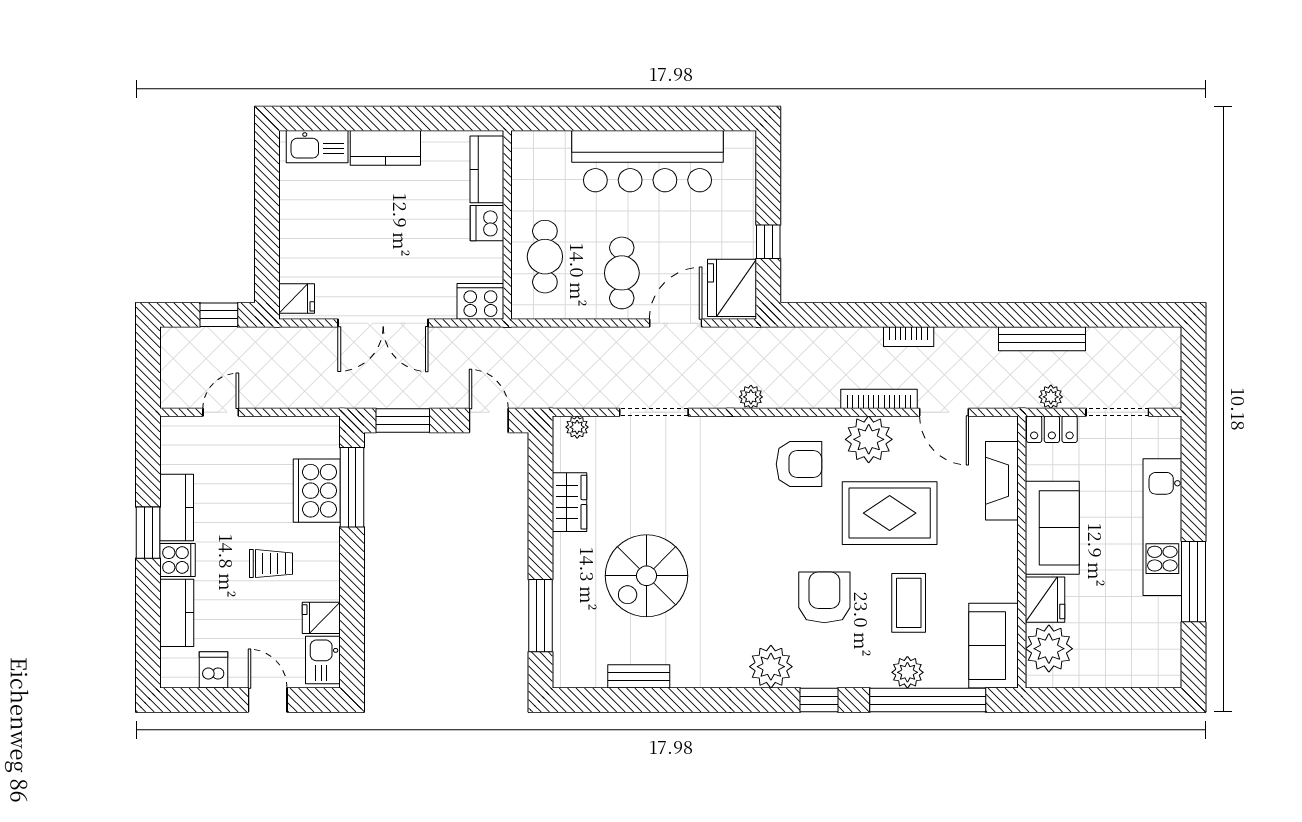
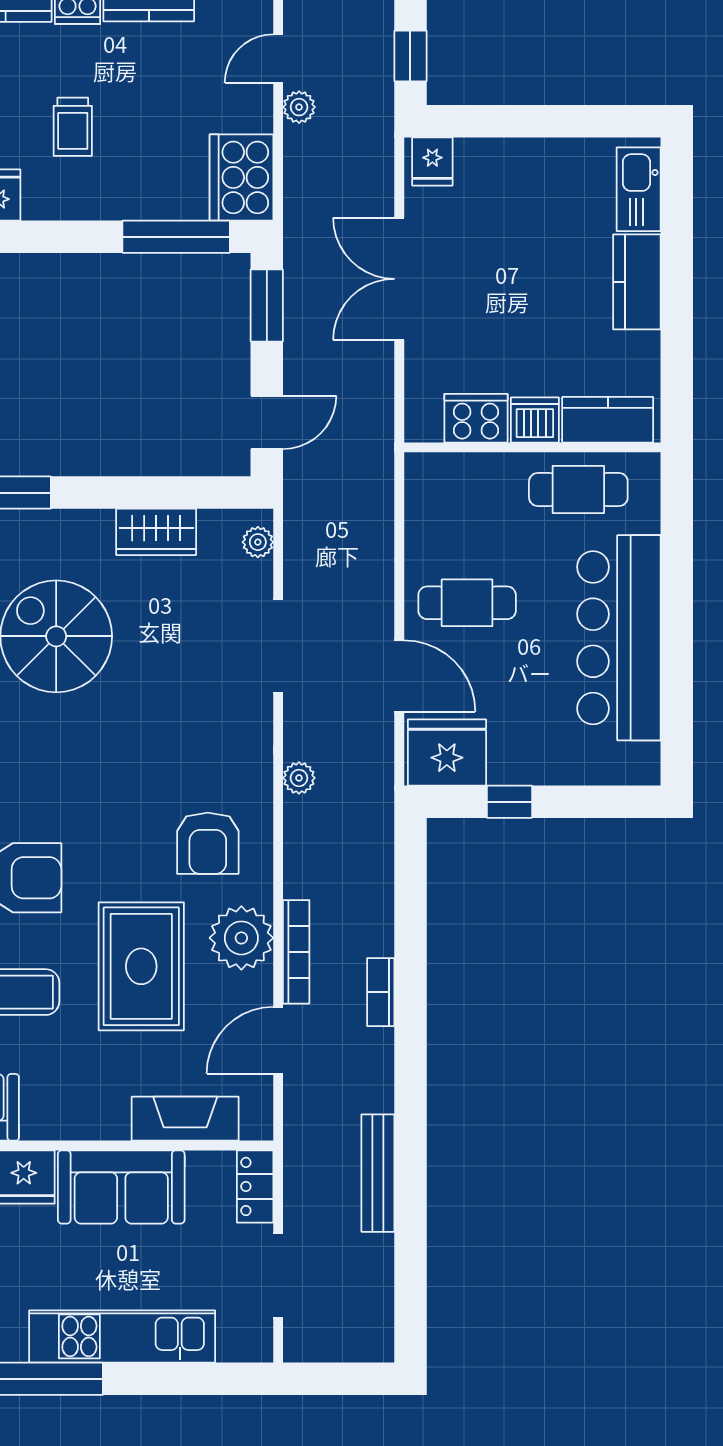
cafe table: (545, 257) -> (578, 489), moved
cooker: (480, 301) -> (476, 418), moved, turned -90
plant: (1051, 397) -> (299, 107), moved
door: (221, 412) -> (278, 59), swing flipped
cooker: (317, 491) -> (241, 177), moved, turned -90

